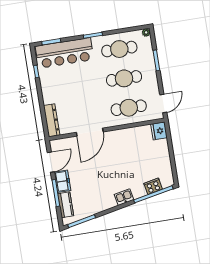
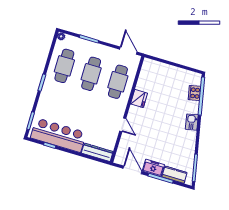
bar counter: (65, 53) -> (58, 135), moved, turned -90
fridge: (159, 131) -> (139, 99), moved, turned -90
door: (90, 132) -> (123, 125), width x0.53

